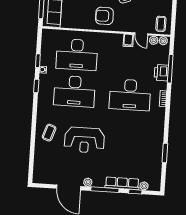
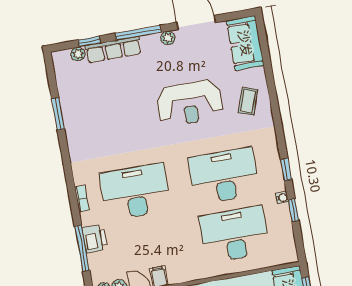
reception desk: (84, 140) -> (189, 103), turned 180
sofa: (42, 168) -> (245, 43), added

